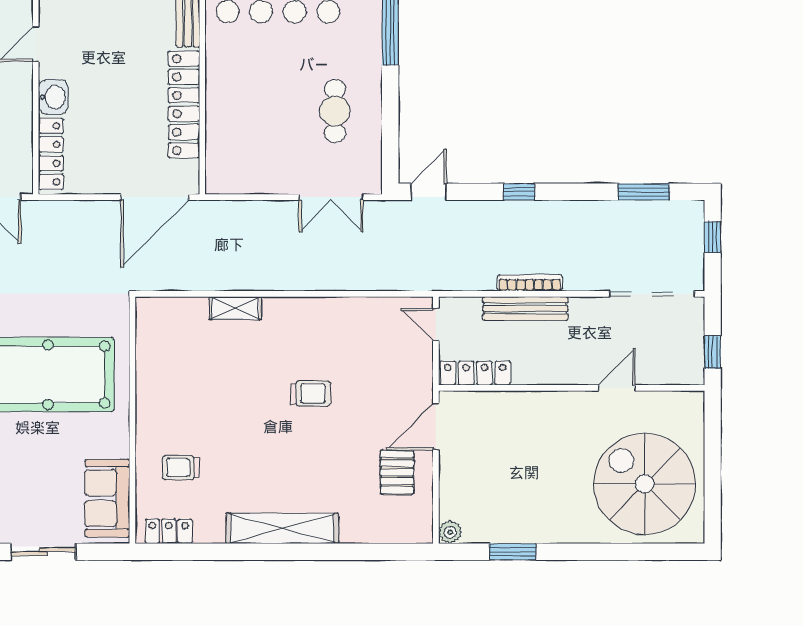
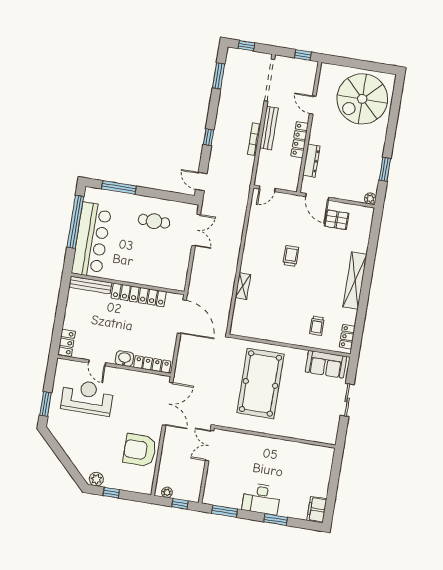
bench: (525, 308) -> (269, 128), moved
locker: (475, 373) -> (300, 140), moved
dresser: (506, 403) -> (311, 161), added

